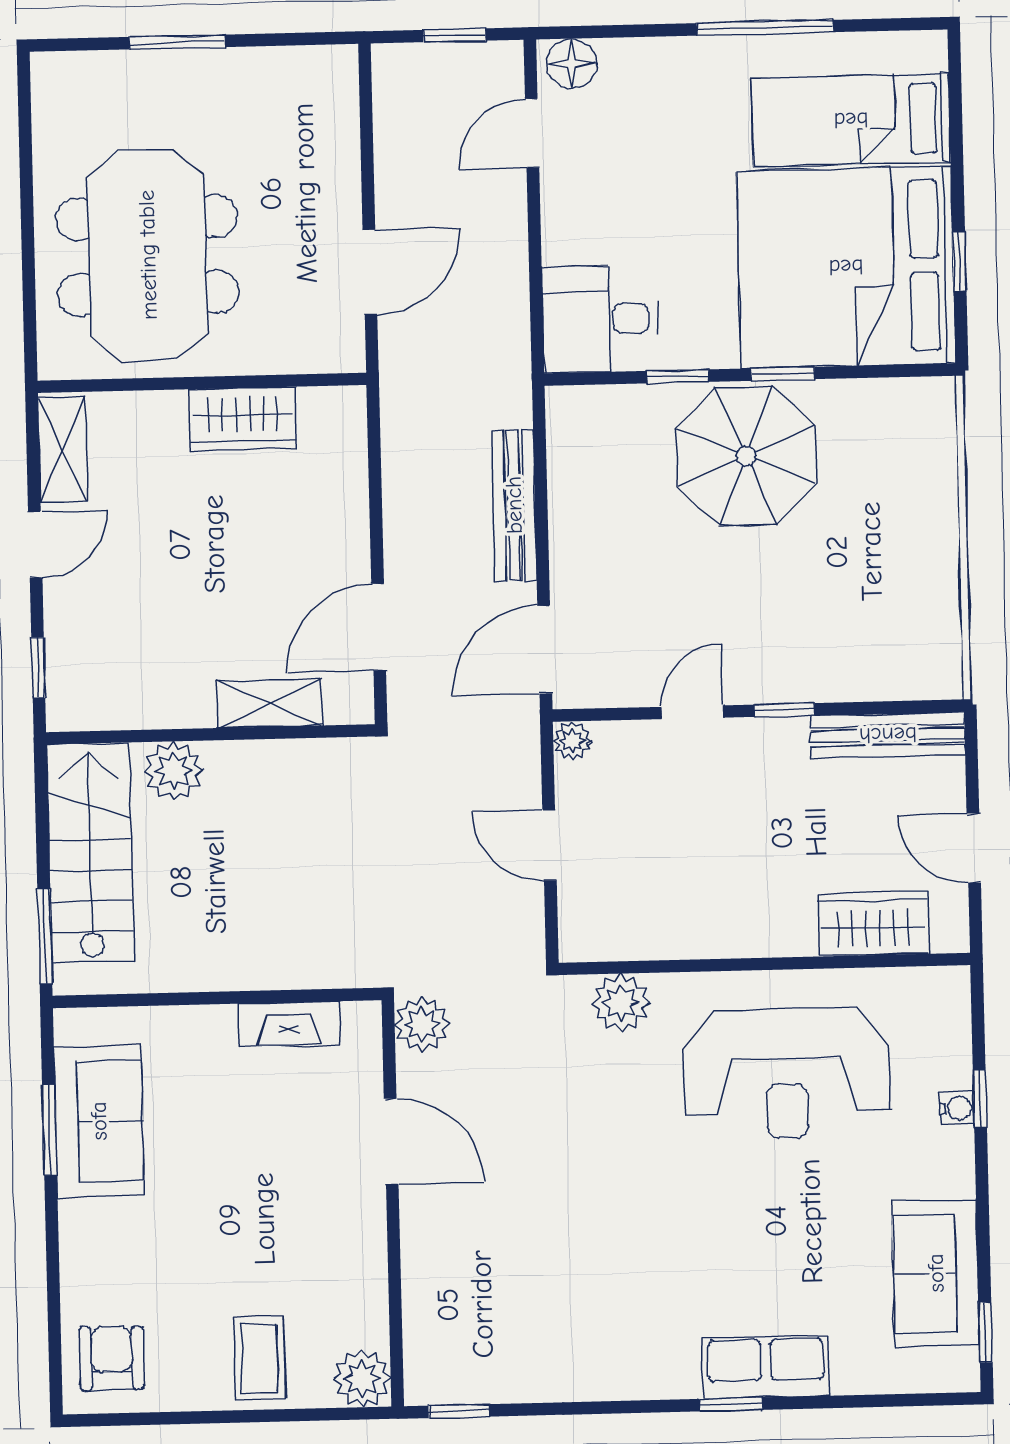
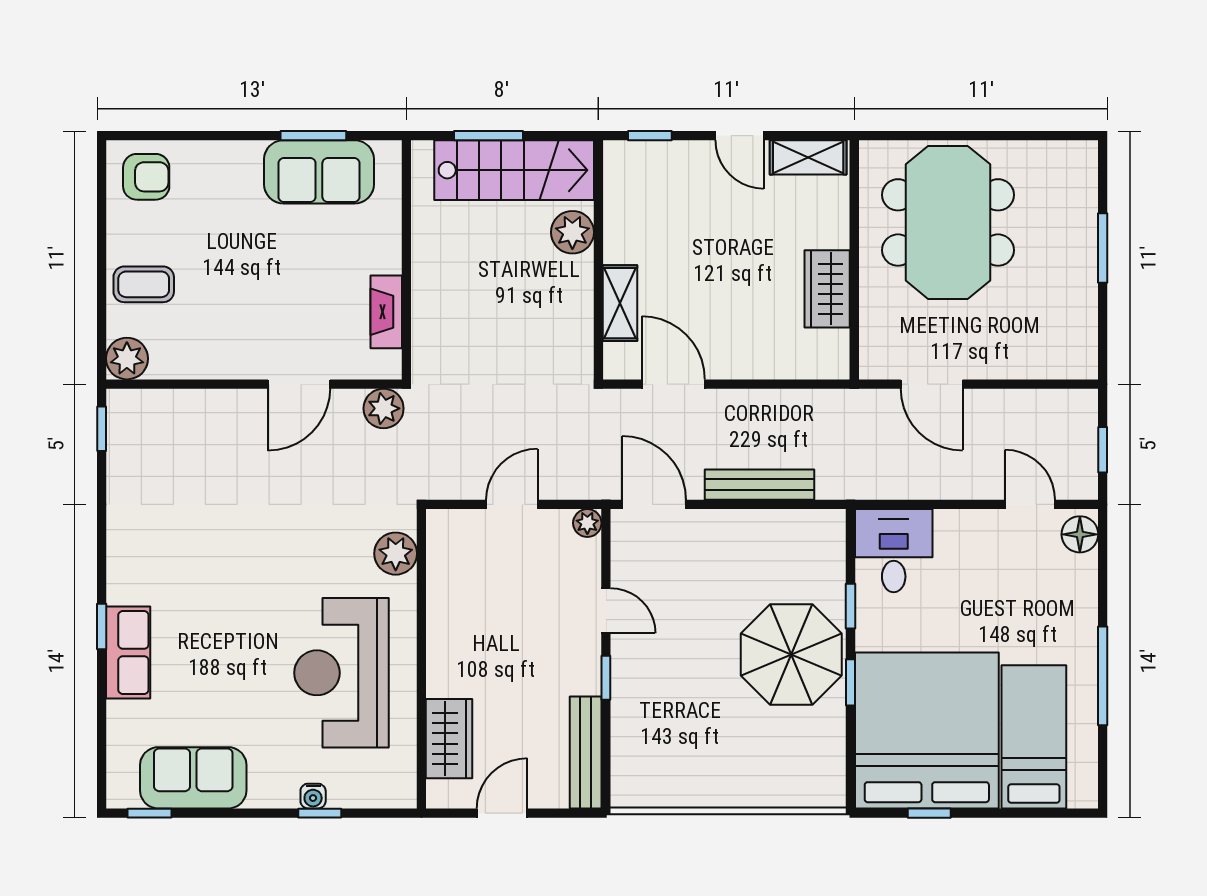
meeting table: (148, 255) -> (948, 222), turned 90
window: (45, 936) -> (489, 136), moved

